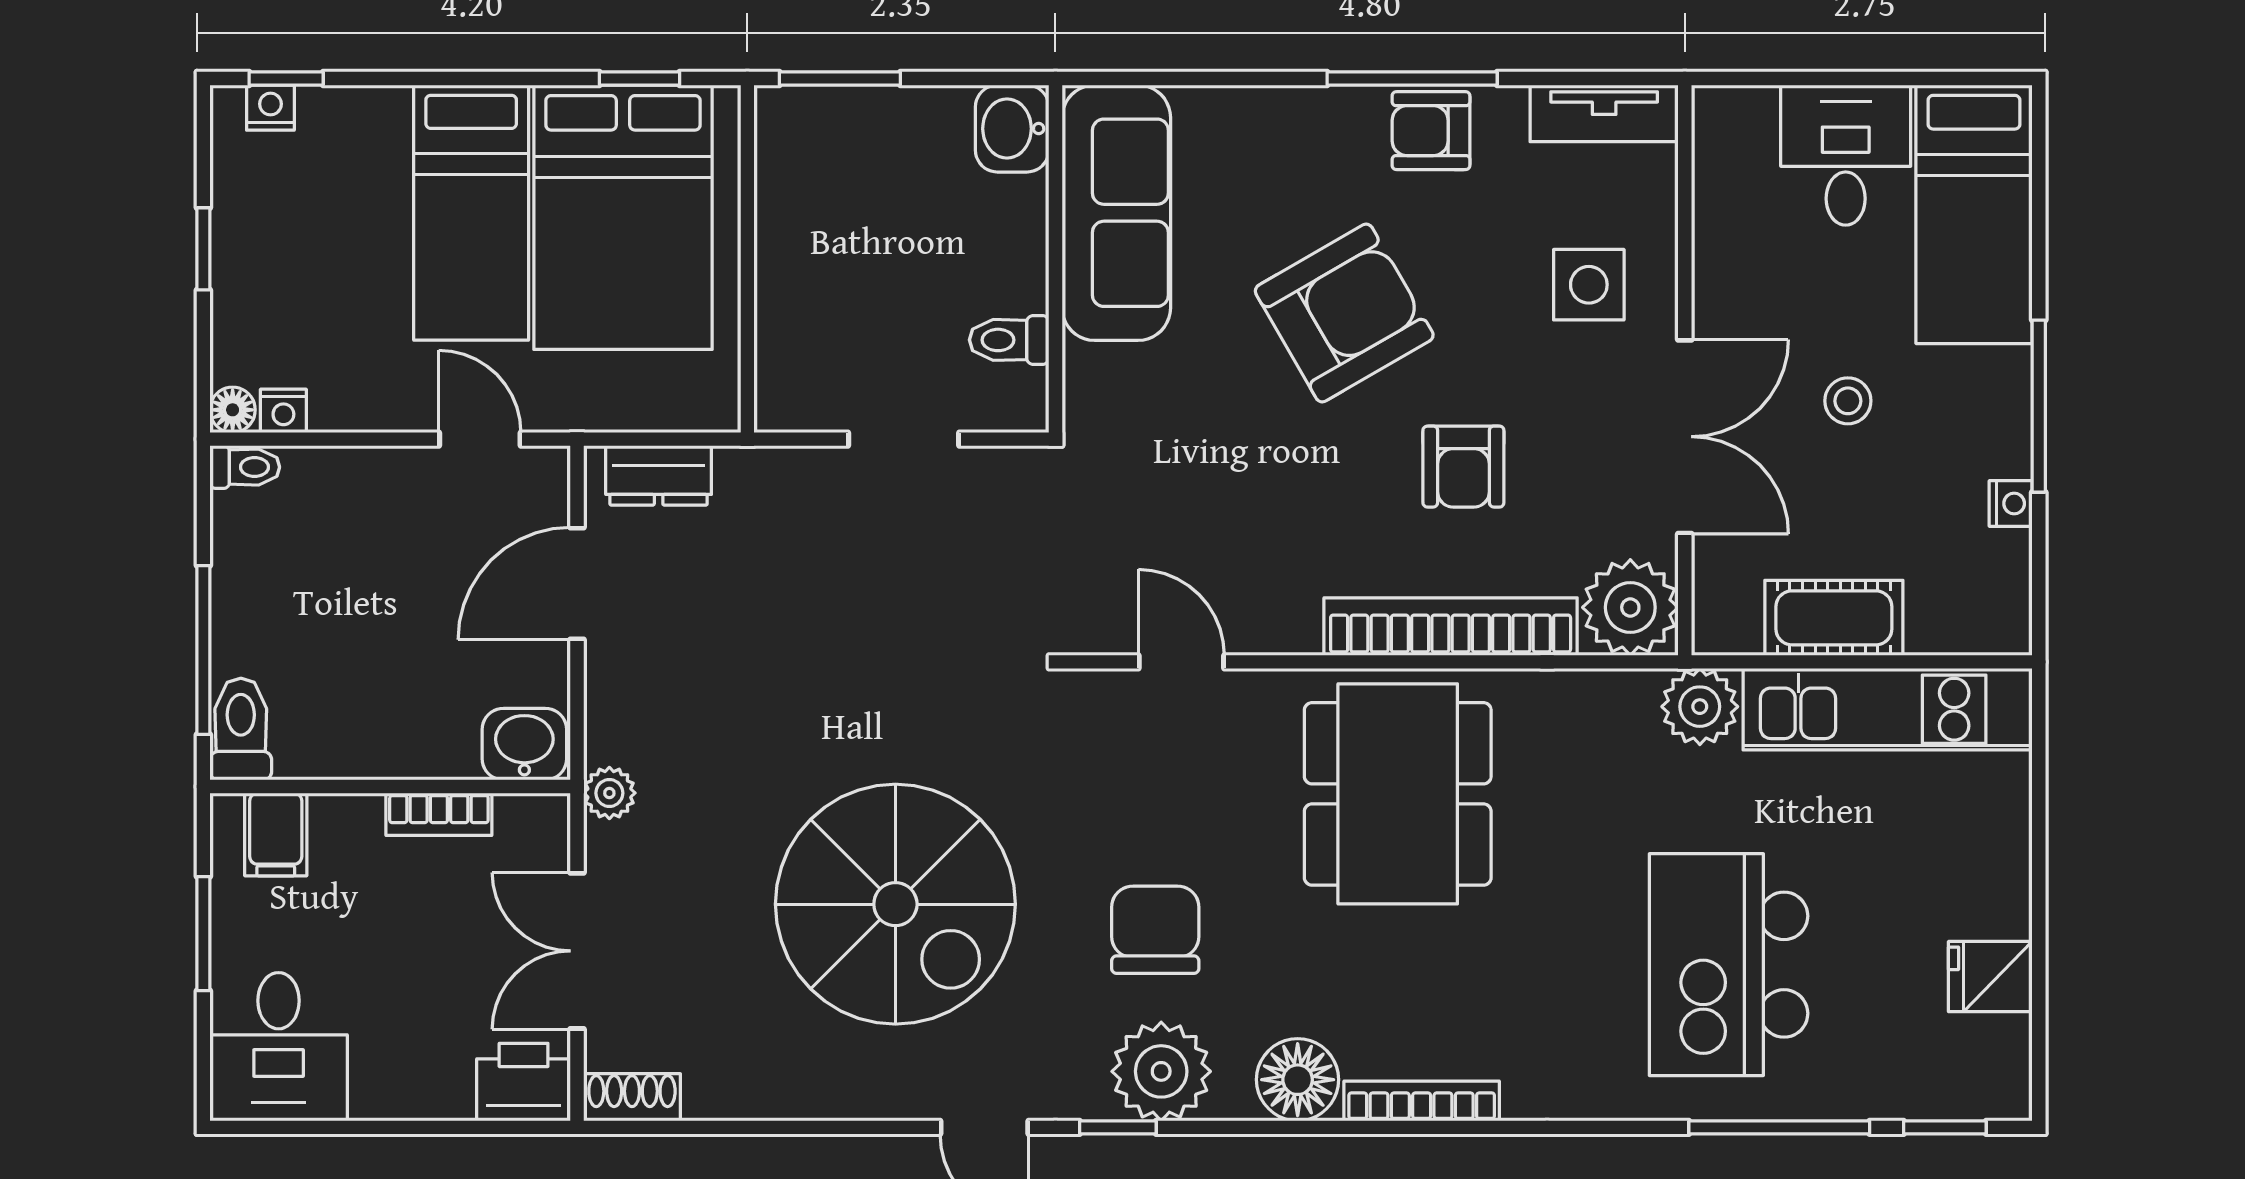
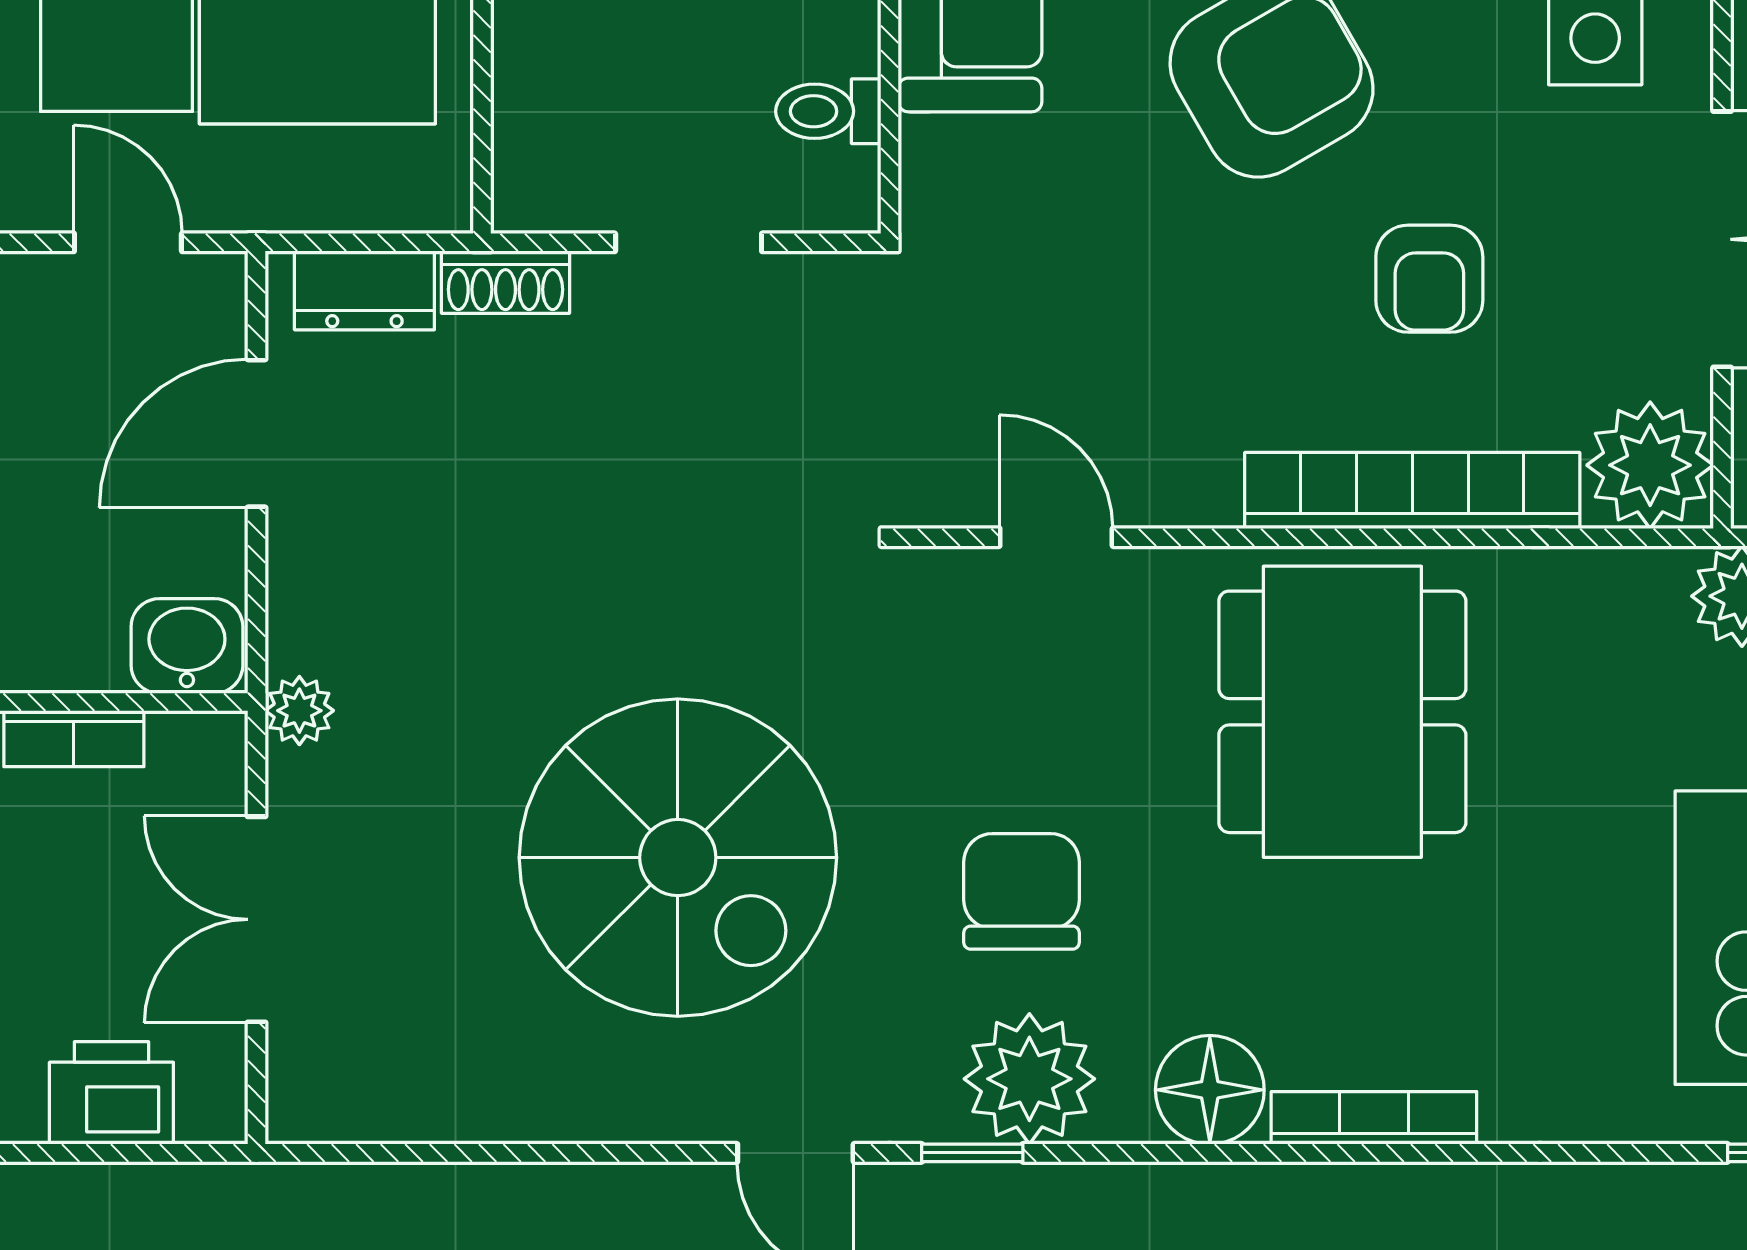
printer: (524, 1082) -> (111, 1093), moved
shoe rack: (632, 1097) -> (505, 282), moved, turned 180

